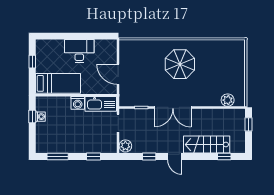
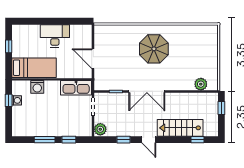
washing machine: (78, 103) -> (37, 87), moved
window: (58, 157) -> (45, 140), moved

